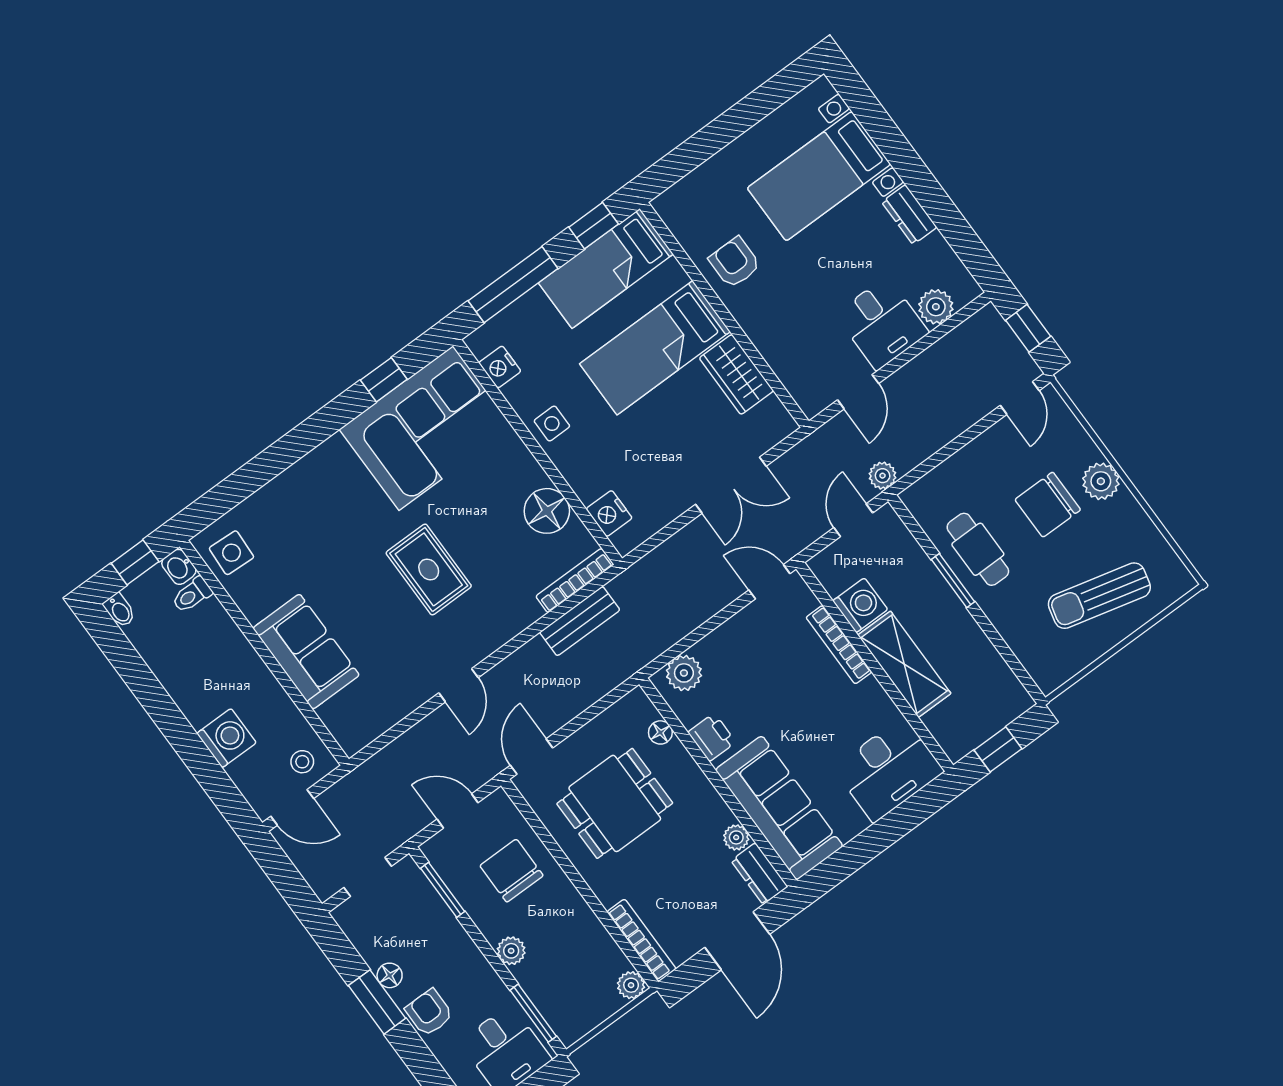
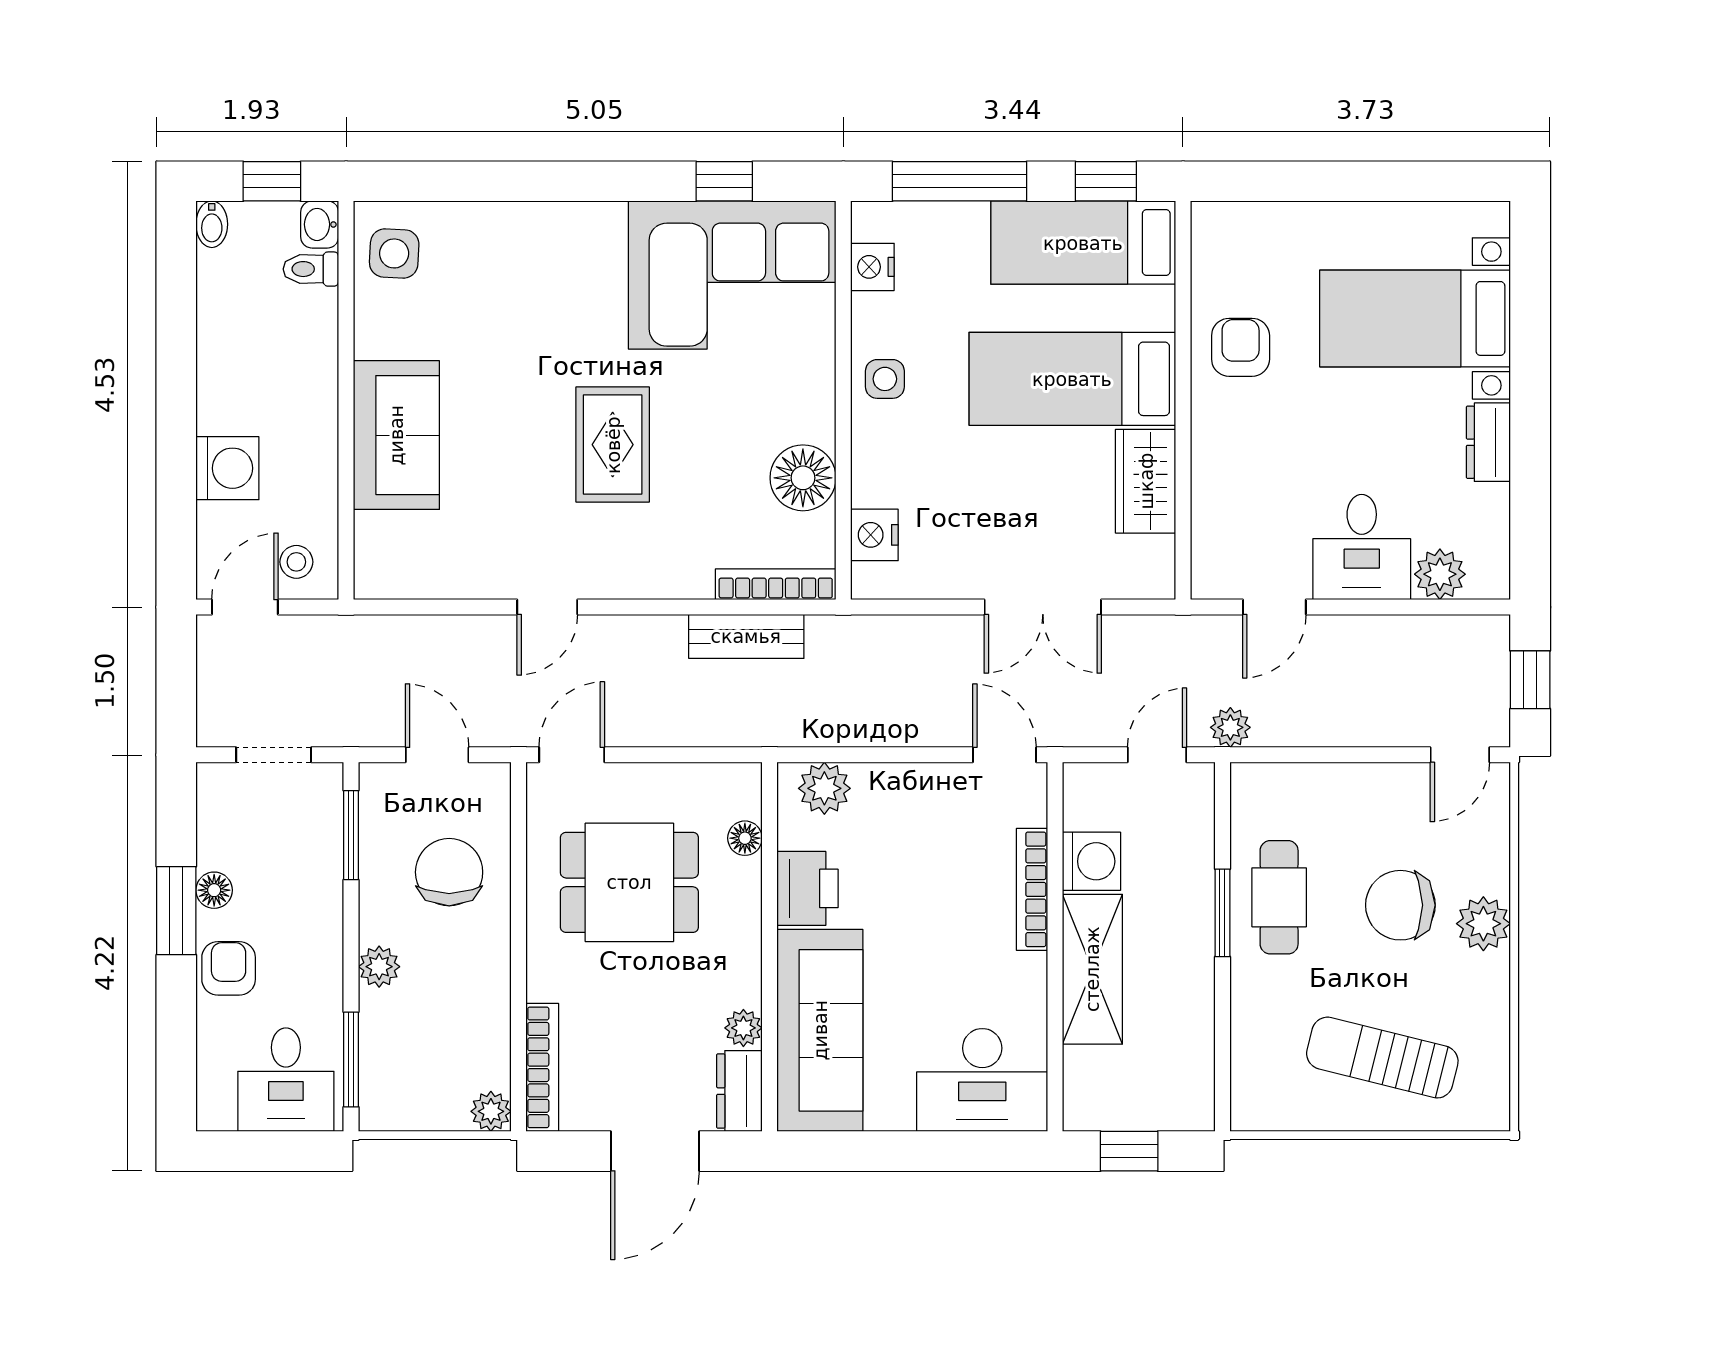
printer: (712, 737) -> (807, 888), width x1.36, depth x1.24
door: (292, 807) -> (245, 607), swing flipped

